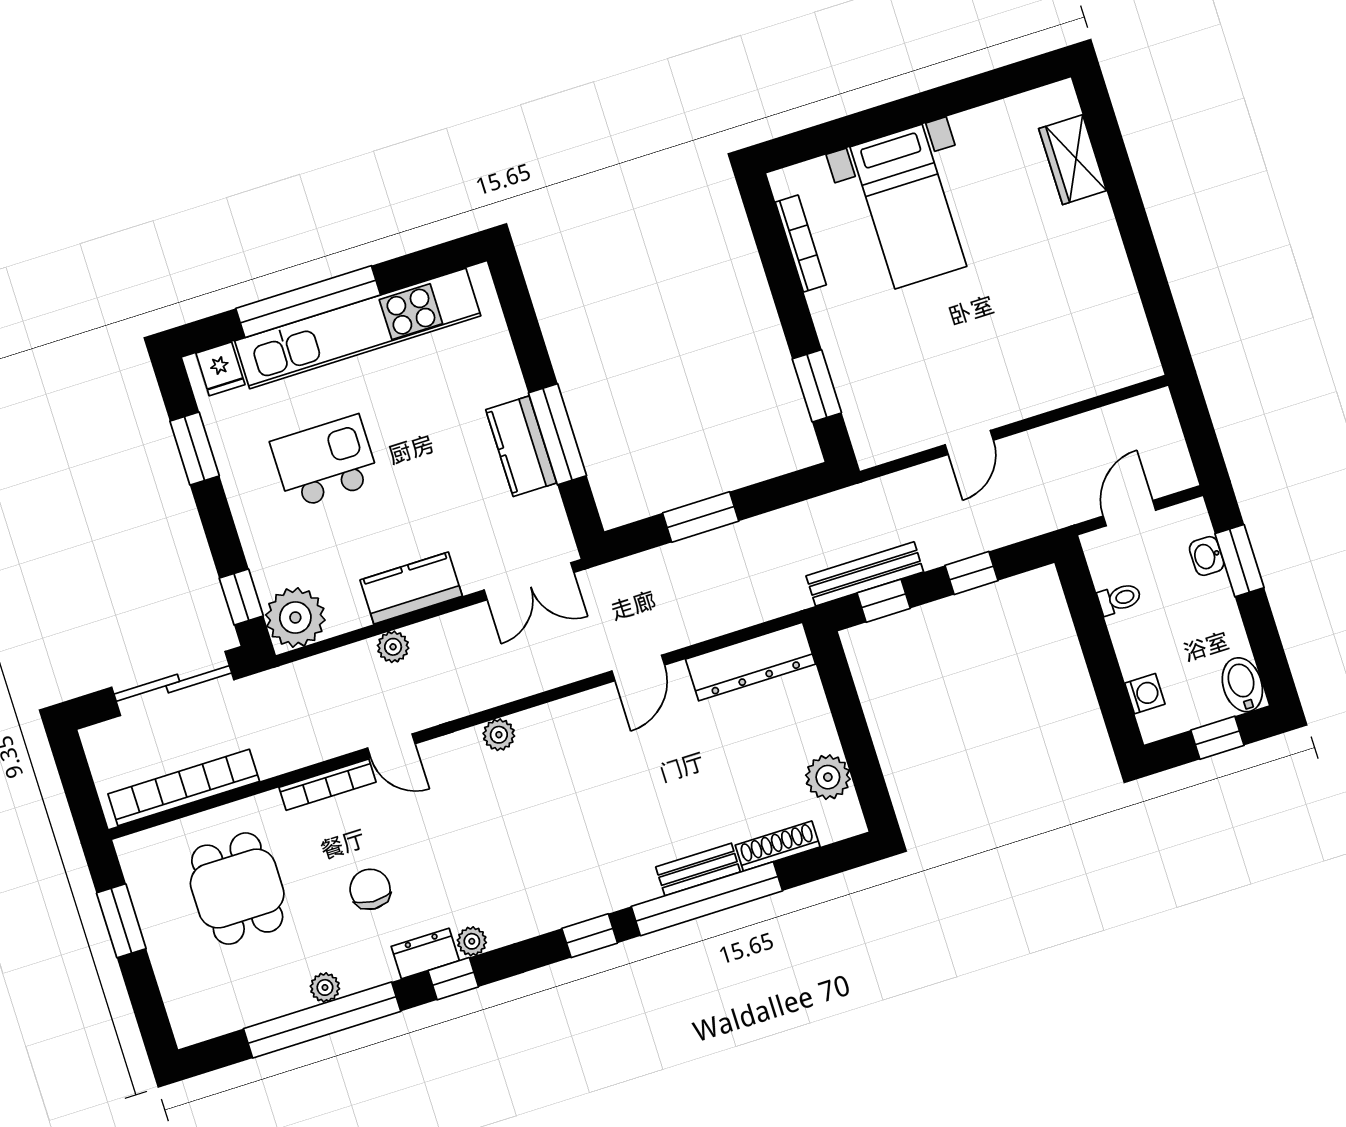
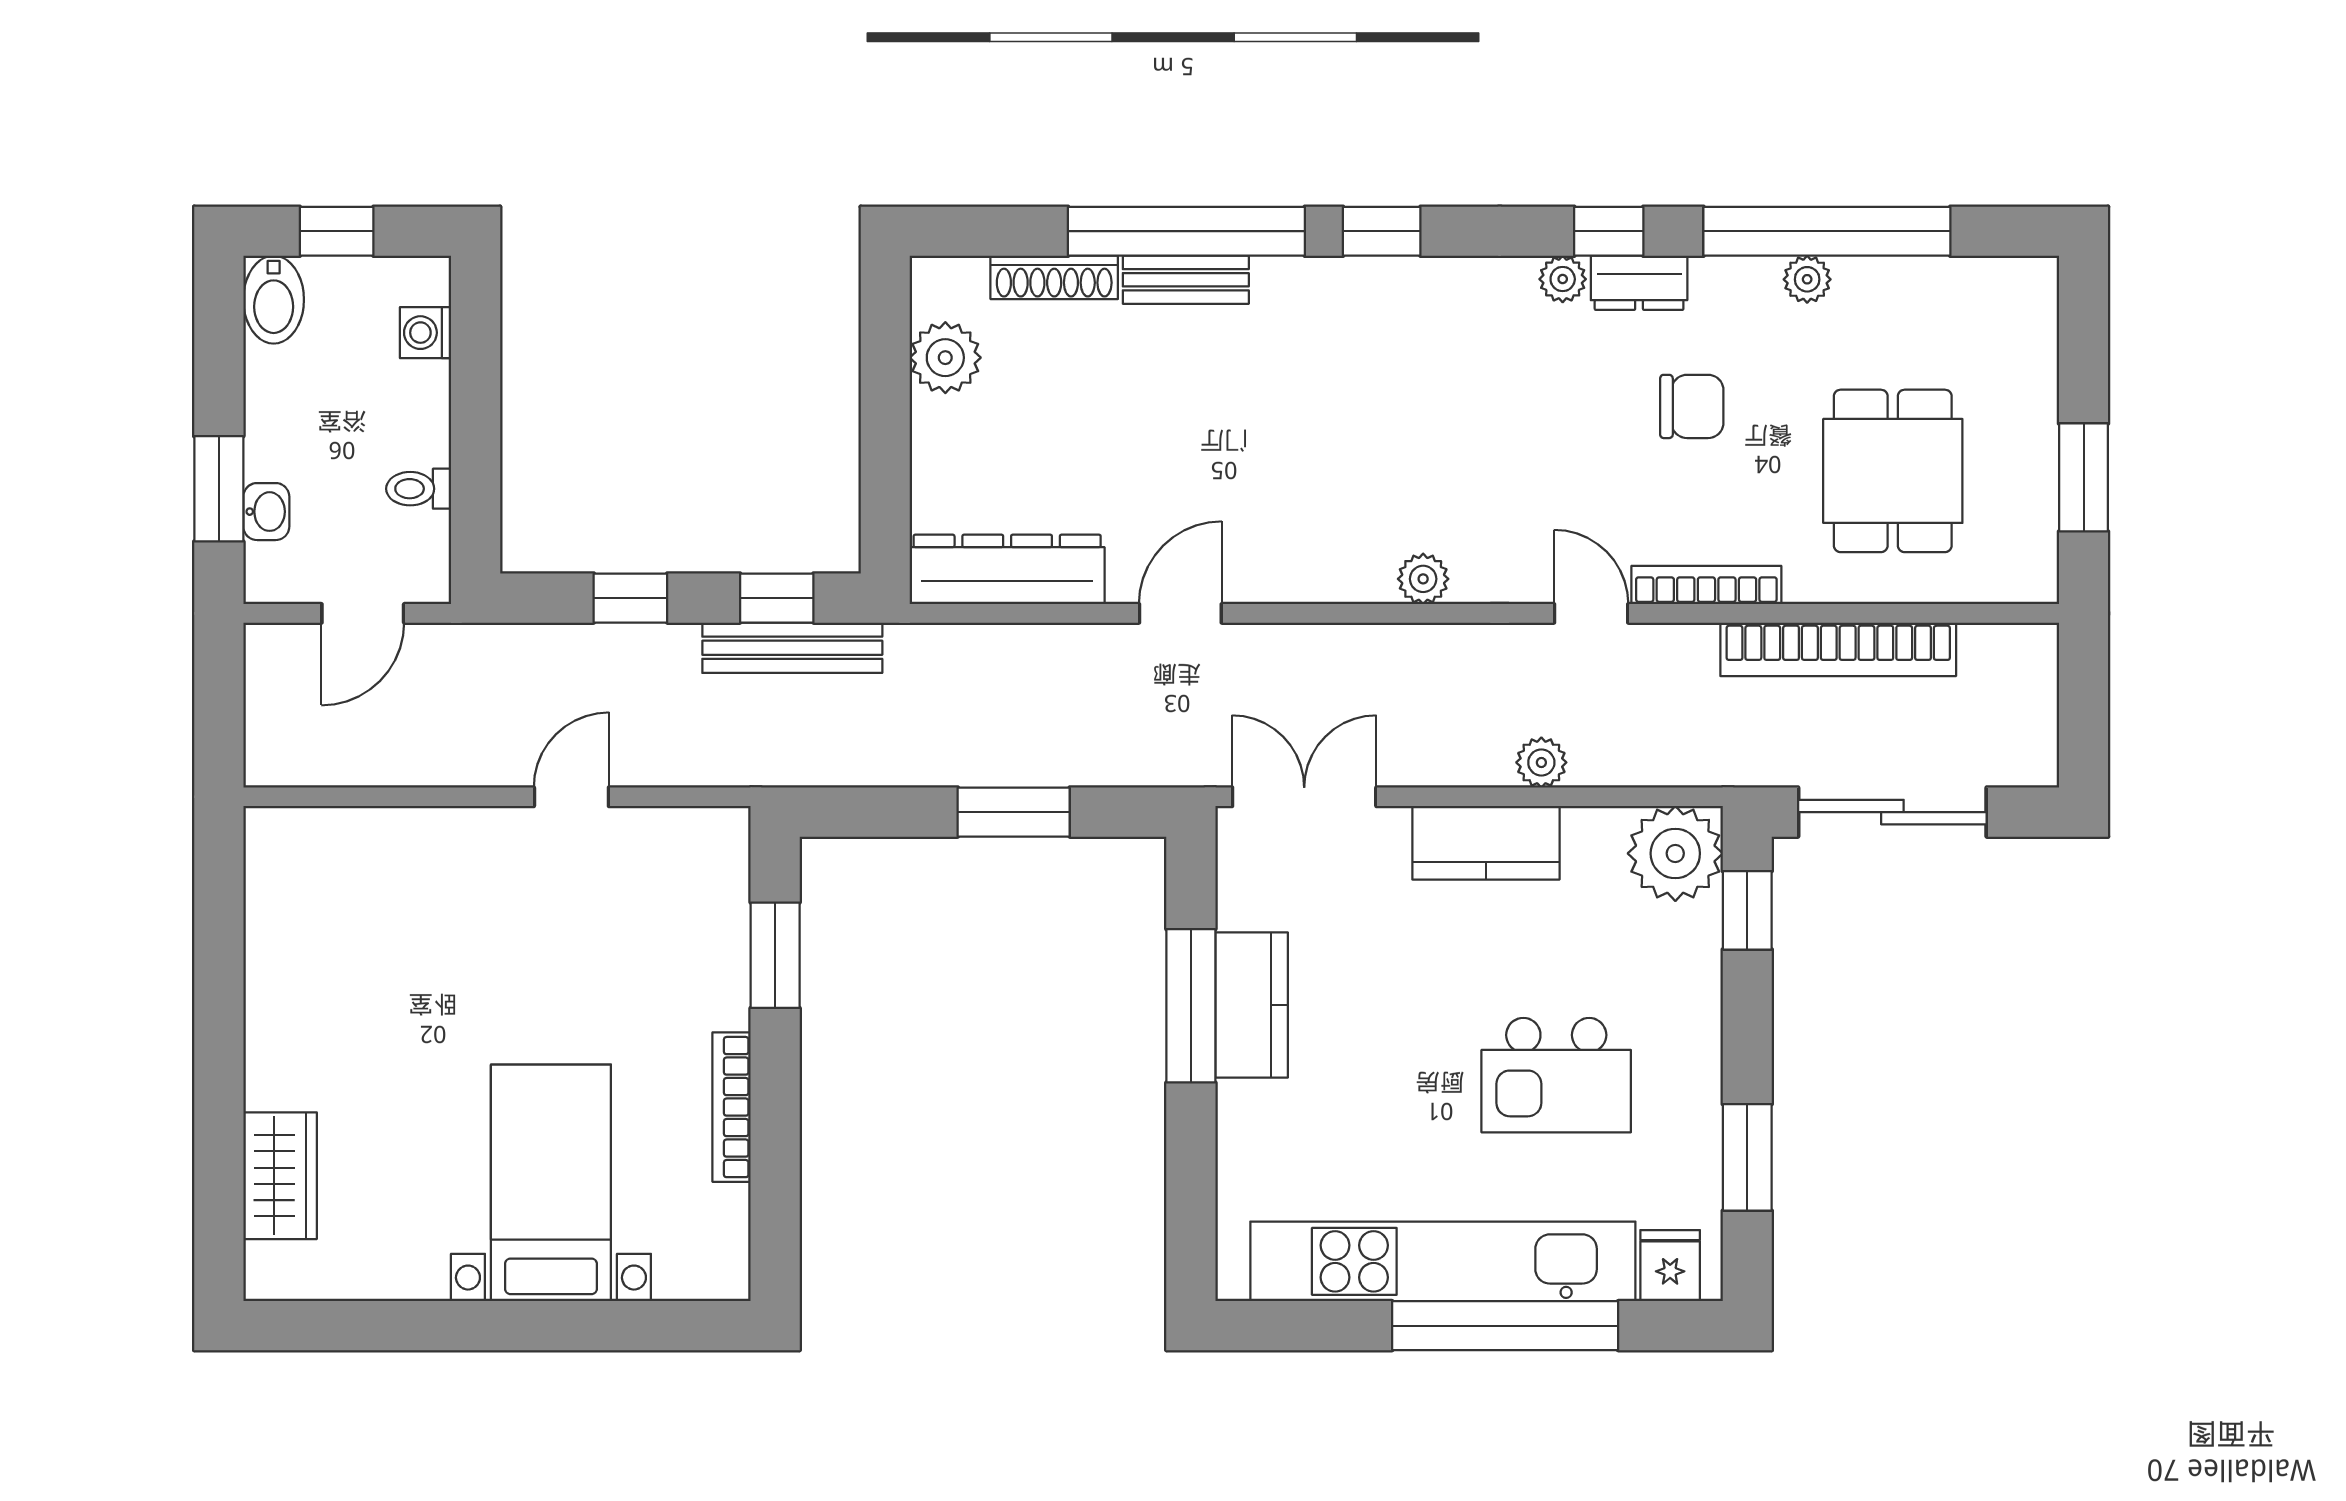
bookcase: (801, 244) -> (732, 1107), moved
bookcase: (184, 788) -> (1838, 649), moved
chair: (370, 889) -> (1692, 406), turned -93

